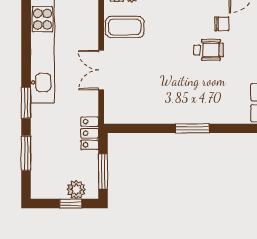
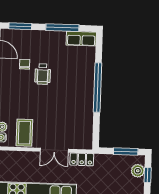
wheelchair: (209, 50) -> (43, 74), turned 180
window: (192, 128) -> (98, 88), width x2.11
locker: (90, 133) -> (82, 159), moved

